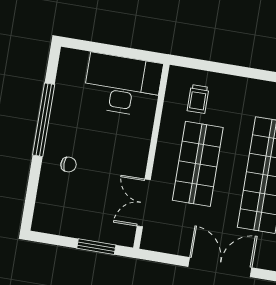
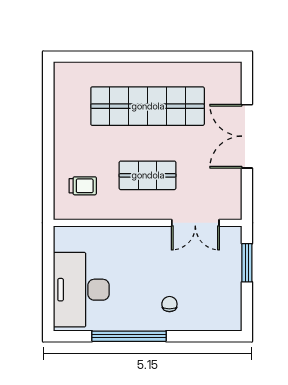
desk: (123, 85) -> (81, 290), moved
shop shelf: (198, 164) -> (148, 175), width x0.70, depth x0.74

